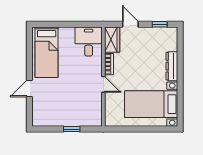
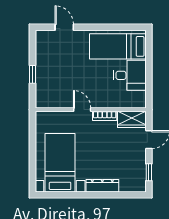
desk: (89, 41) -> (130, 75), moved
door: (103, 84) -> (82, 110), swing flipped
door: (29, 88) -> (64, 27), moved

